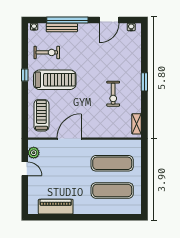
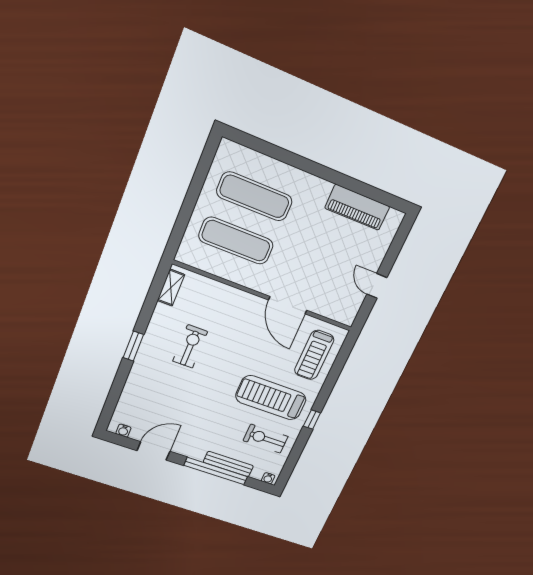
door: (69, 139) -> (288, 305), hinge flipped
plant: (34, 153) -> (352, 305), removed

